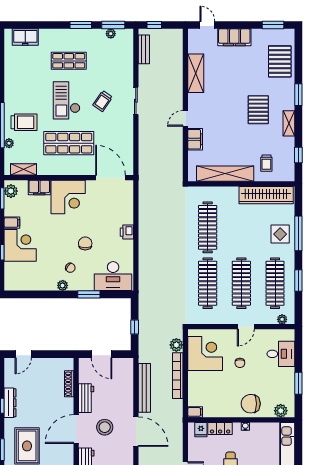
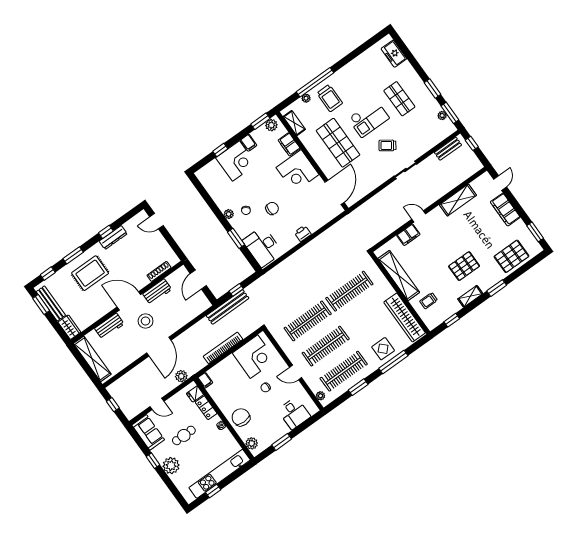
checkout: (67, 100) -> (369, 118), turned 180
plant: (176, 345) -> (181, 376), moved
bench: (144, 388) -> (228, 307), moved

